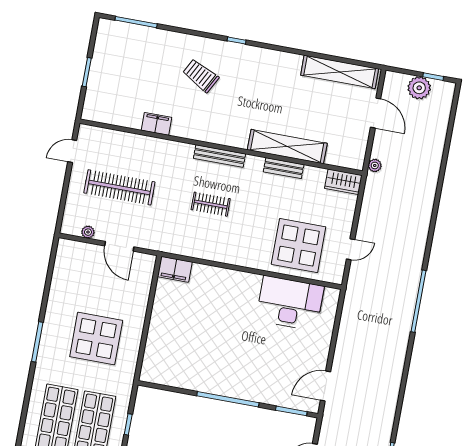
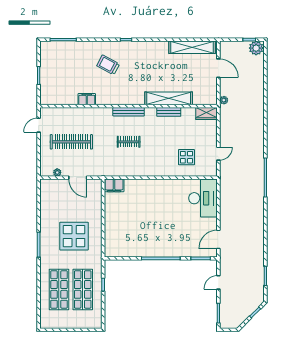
plant: (419, 88) -> (256, 48), moved
display table: (299, 246) -> (186, 157), width x0.54, depth x0.54
desk: (290, 303) -> (203, 198), moved, turned 90

